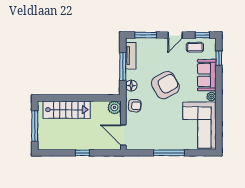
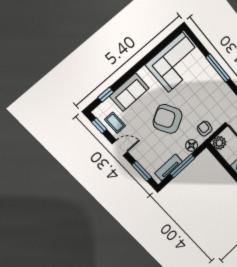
plant: (211, 96) -> (144, 73), removed

